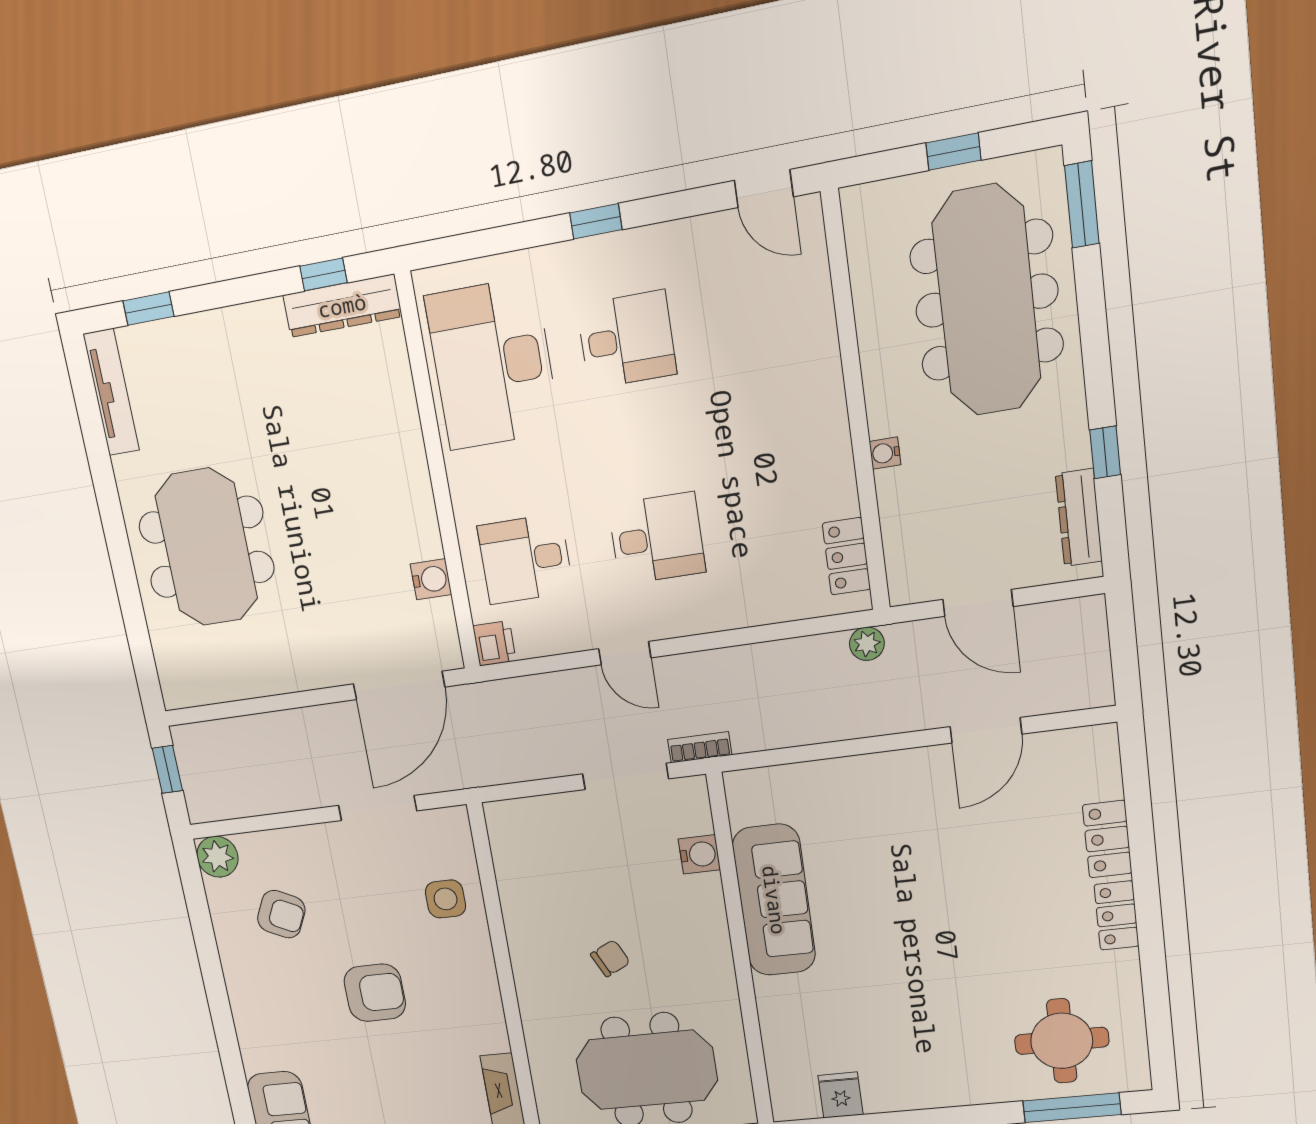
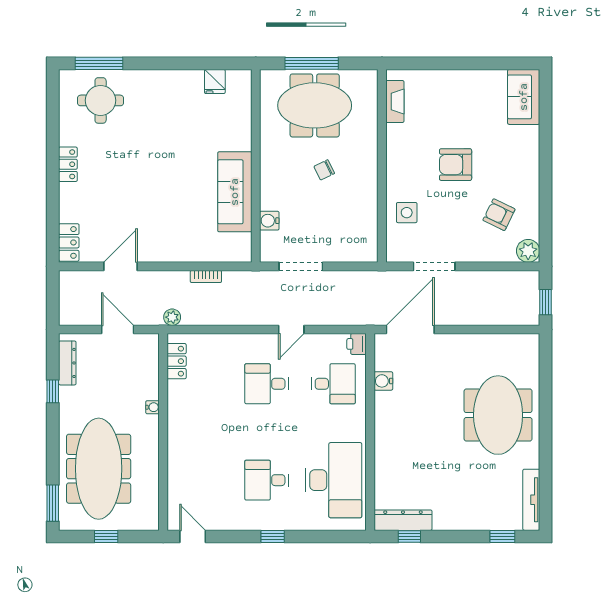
door: (625, 653) -> (291, 329), swing flipped
bookcase: (700, 747) -> (206, 277), moved
locker: (1107, 839) -> (69, 242), moved

